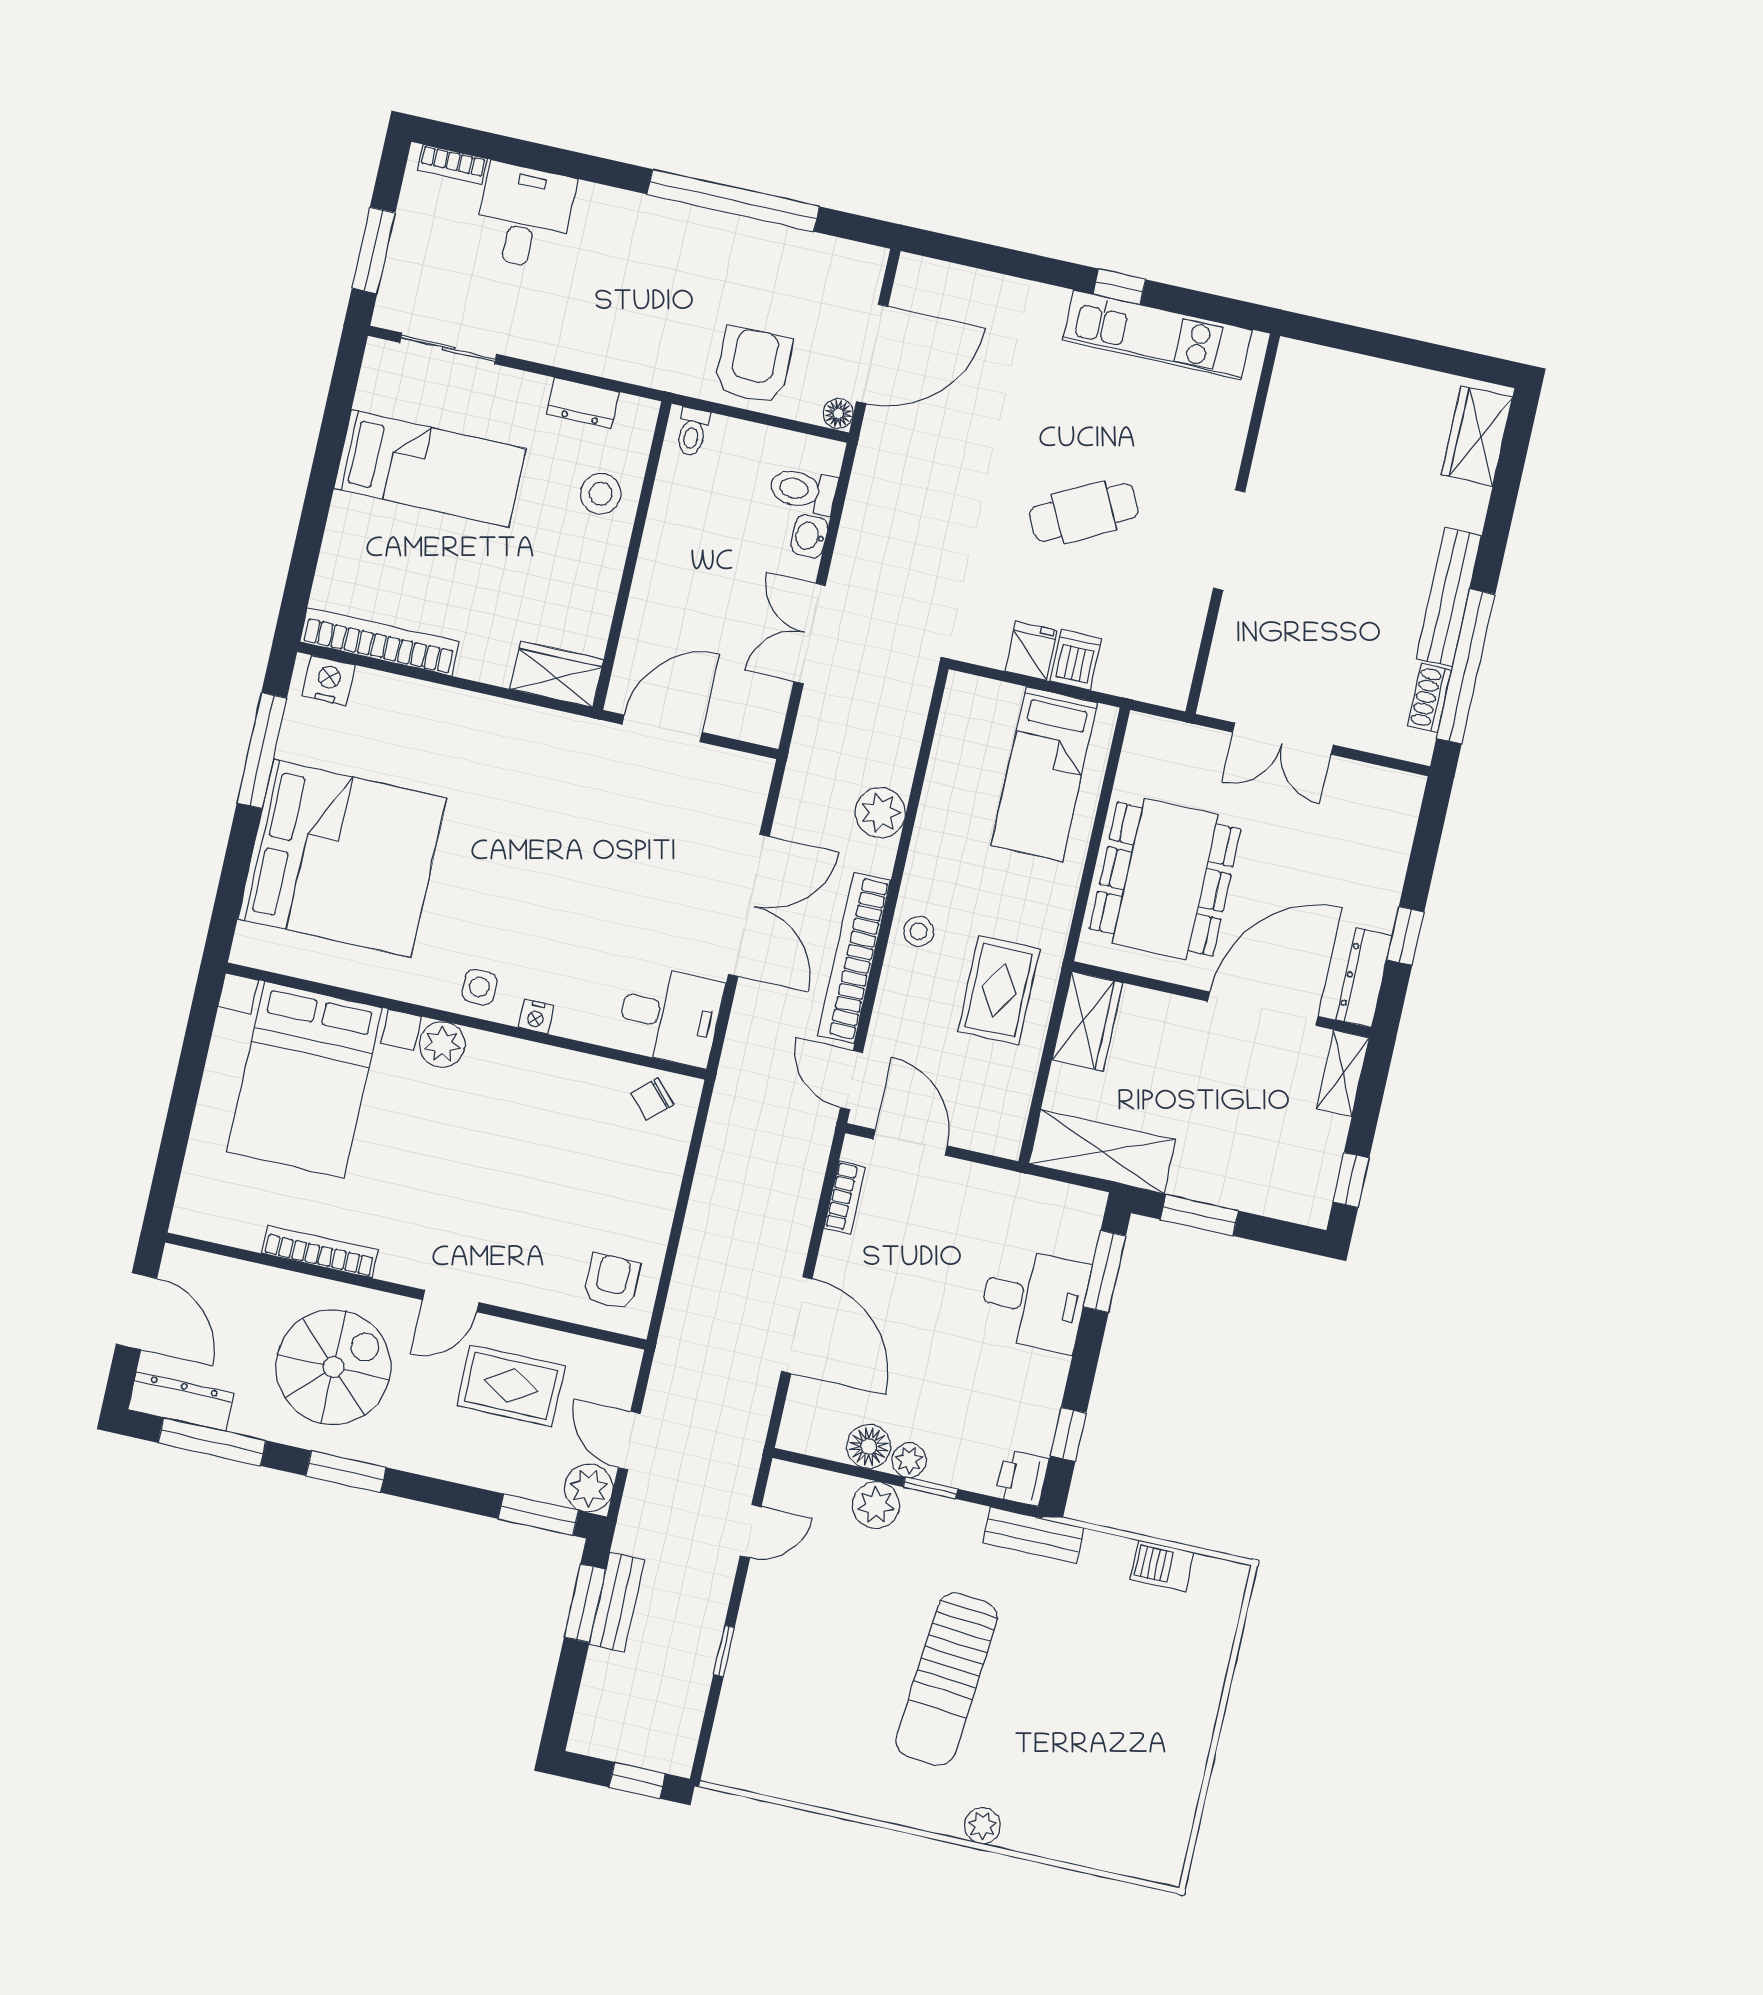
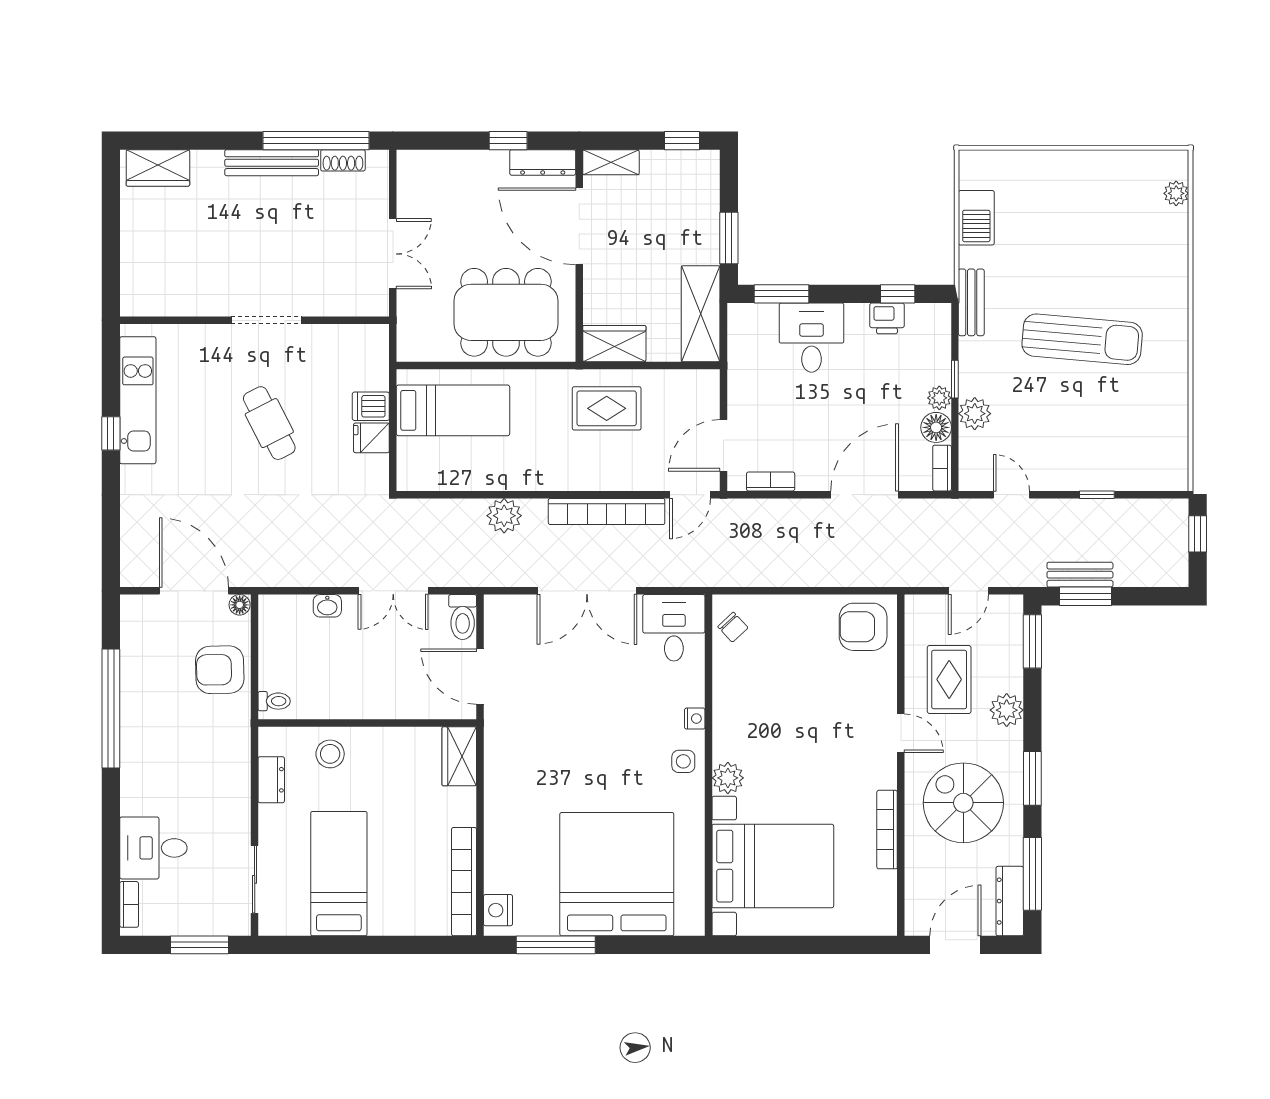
toilet: (803, 490) -> (463, 617), moved
double door: (749, 905) -> (587, 591), swing flipped
stool: (919, 931) -> (579, 472), removed
armchair: (612, 1282) -> (863, 627), width x1.38, depth x1.38
bookcase: (810, 1442) -> (942, 468), added
printer: (1022, 1478) -> (887, 318), moved
plant: (589, 1488) -> (1007, 710), moved
barbecue: (1162, 1566) -> (976, 218), width x1.38, depth x1.27
plant: (982, 1826) -> (1176, 193), moved

